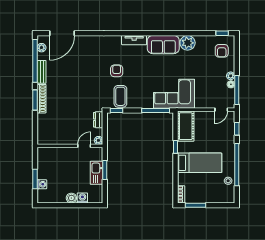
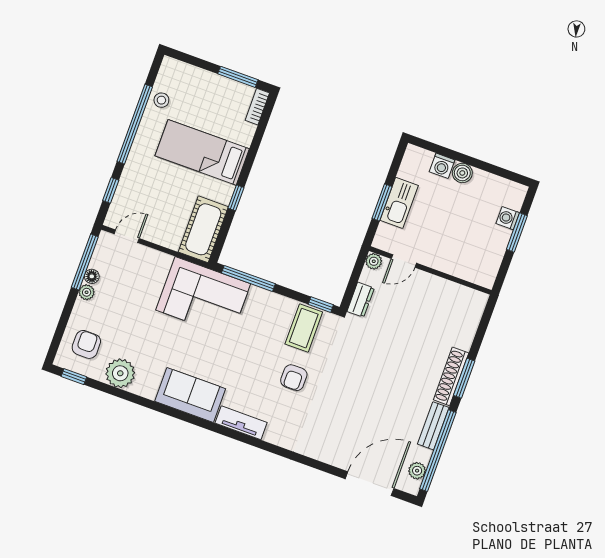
plant: (188, 43) -> (120, 373), moved

